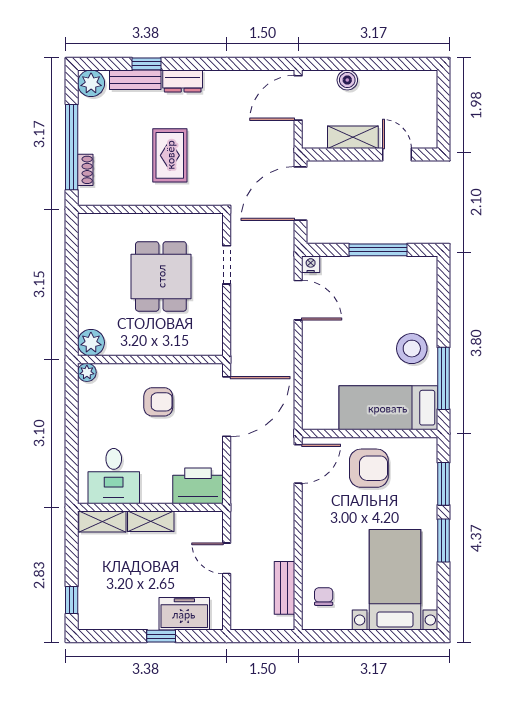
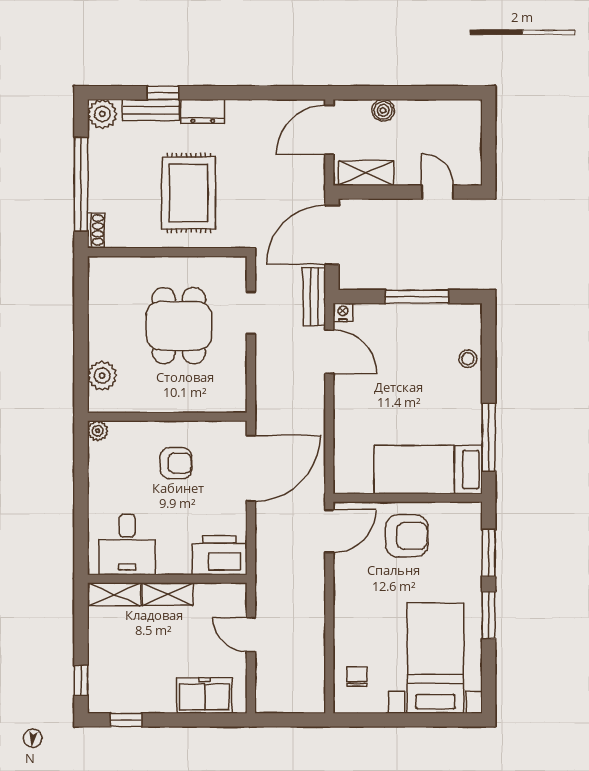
shelving: (353, 137) -> (366, 173), moved
rug: (170, 155) -> (189, 193), width x1.36, depth x1.43
shoe rack: (85, 170) -> (96, 230), moved
plant: (91, 343) -> (102, 376), moved
stool: (412, 349) -> (468, 359), moved, width x0.53, depth x0.53
bench: (284, 588) -> (314, 297), moved
window: (161, 636) -> (126, 720), moved

